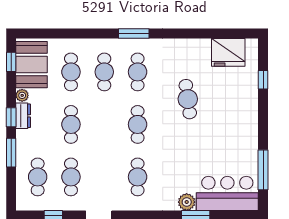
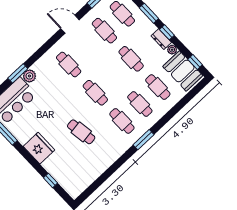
fridge: (228, 52) -> (39, 148), moved, turned 90

